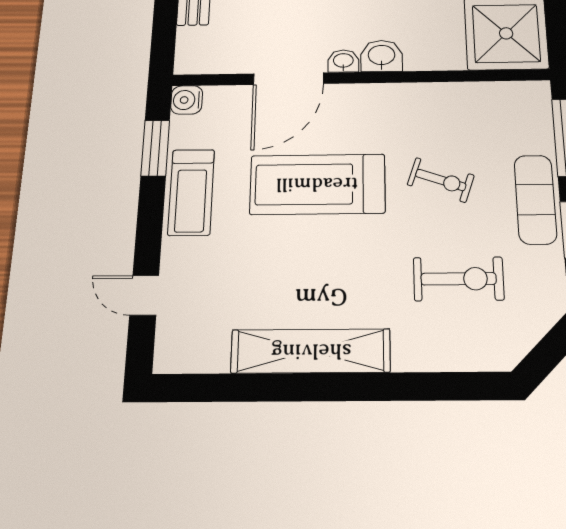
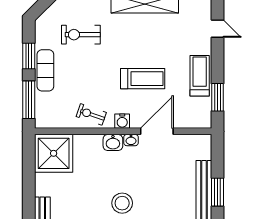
water cooler: (187, 100) -> (122, 121), moved, turned 90
exercise bike: (441, 180) -> (91, 114), moved
treadmill: (317, 184) -> (143, 79), width x0.73, depth x0.73

